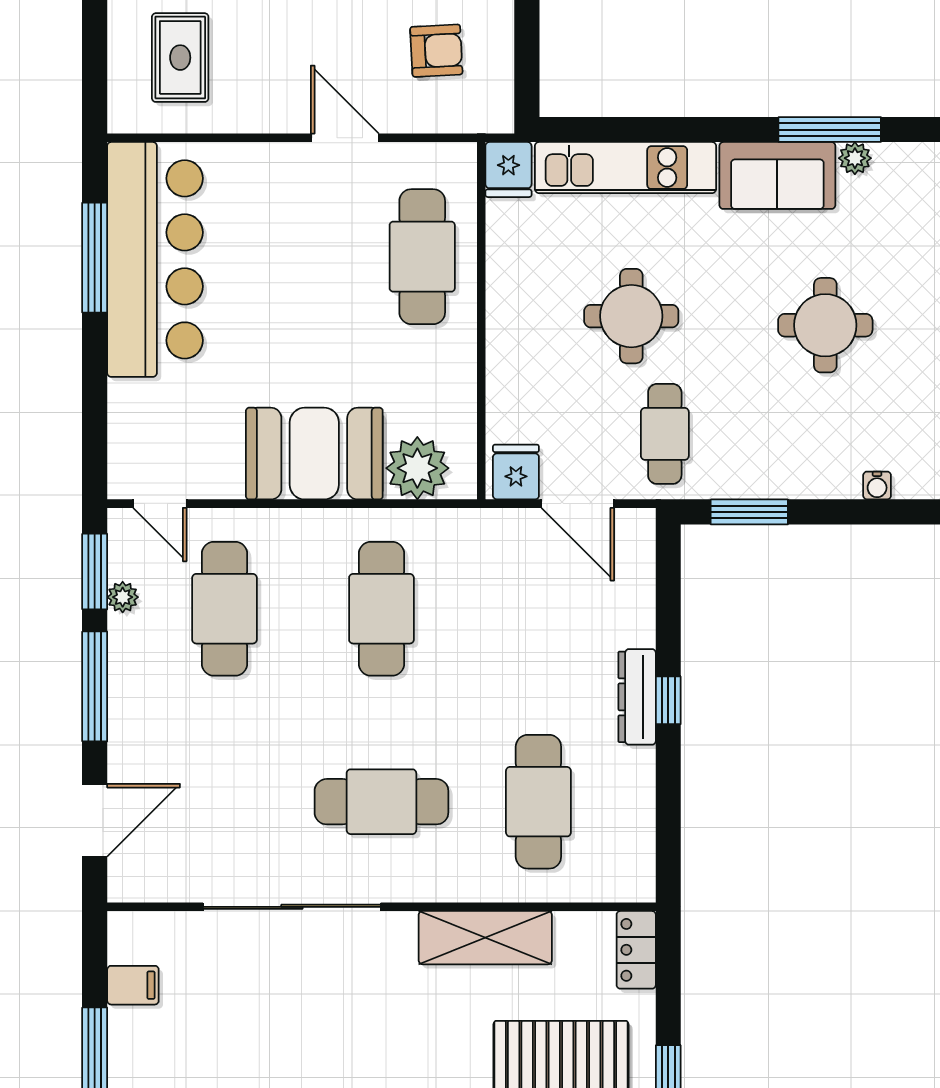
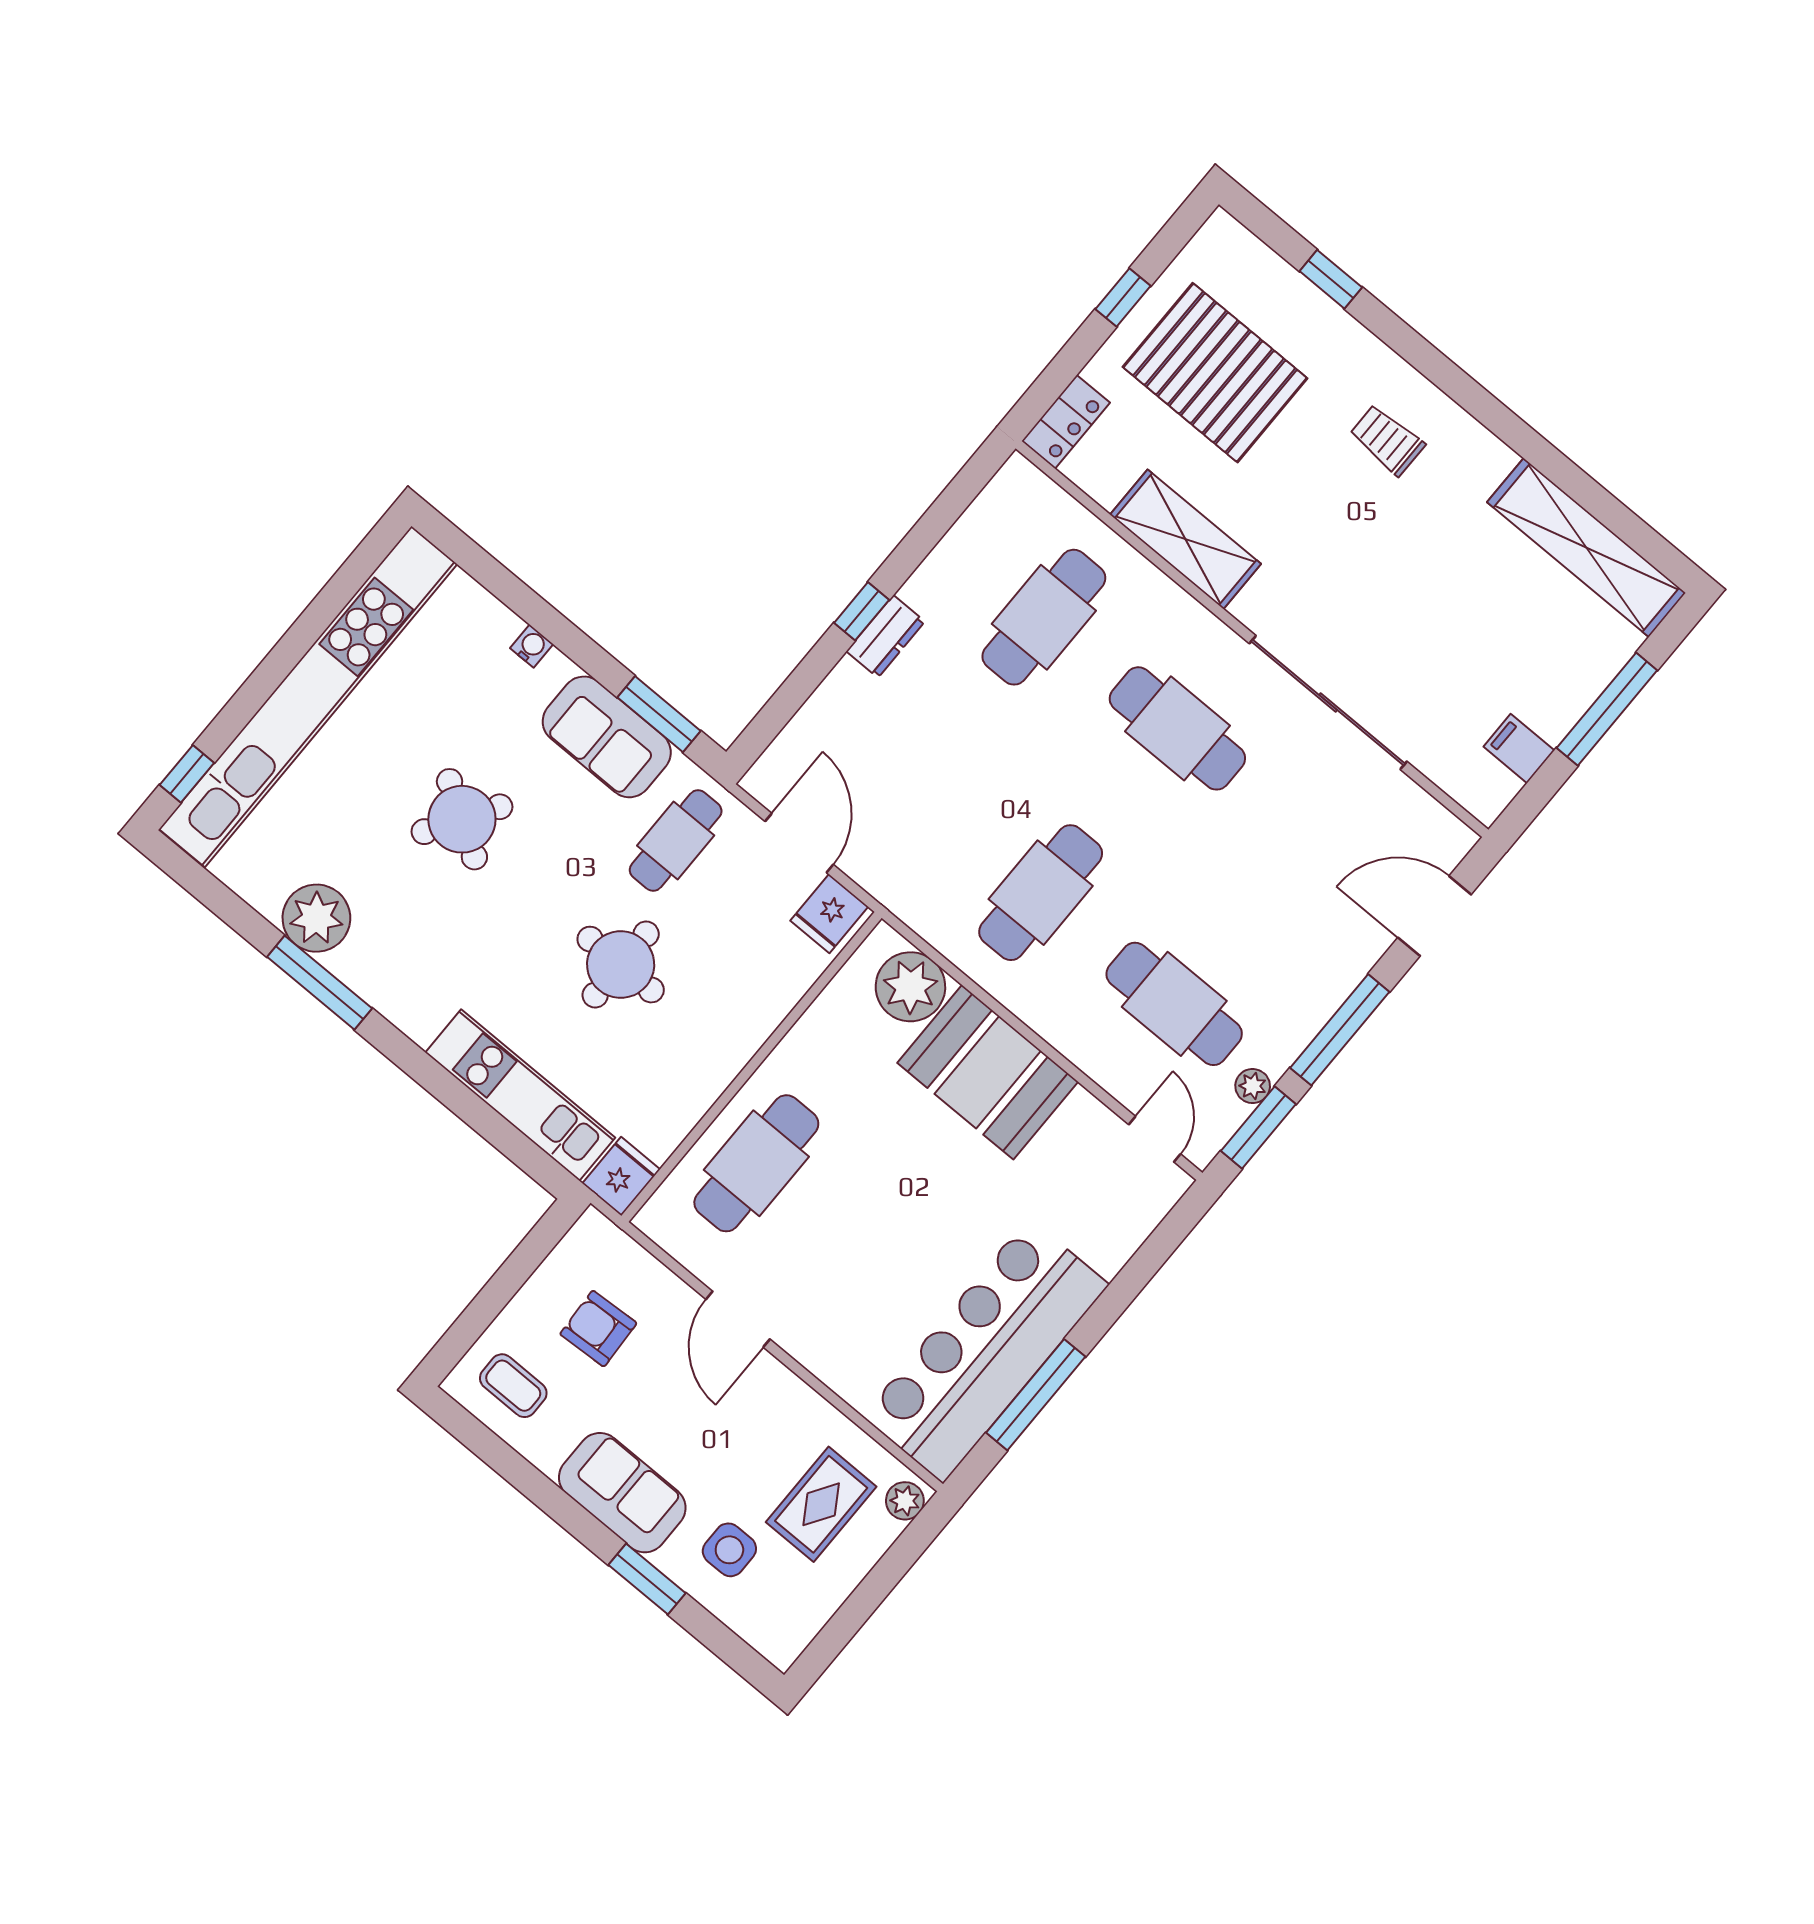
plant: (124, 108) -> (905, 1501), added
plant: (855, 158) -> (316, 918), width x1.88, depth x1.88
sofa: (777, 175) -> (607, 737), moved, turned 180
round table: (825, 325) -> (462, 819), turned 32
cafe table: (225, 609) -> (1174, 1004), turned 90
dresser: (637, 697) -> (886, 636), width x0.70

